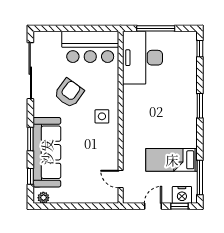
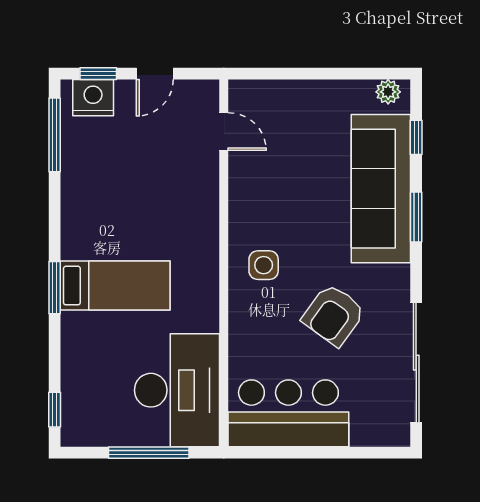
bed: (172, 160) -> (115, 286), moved

